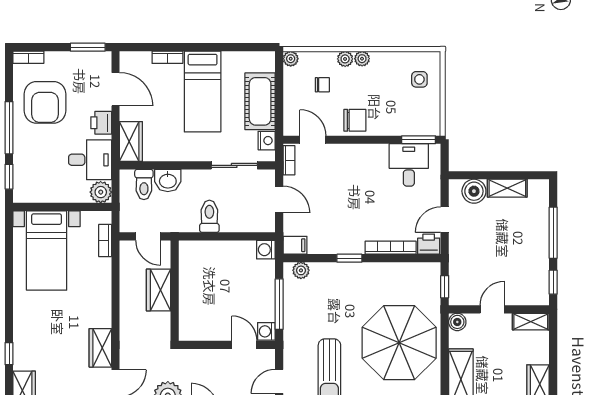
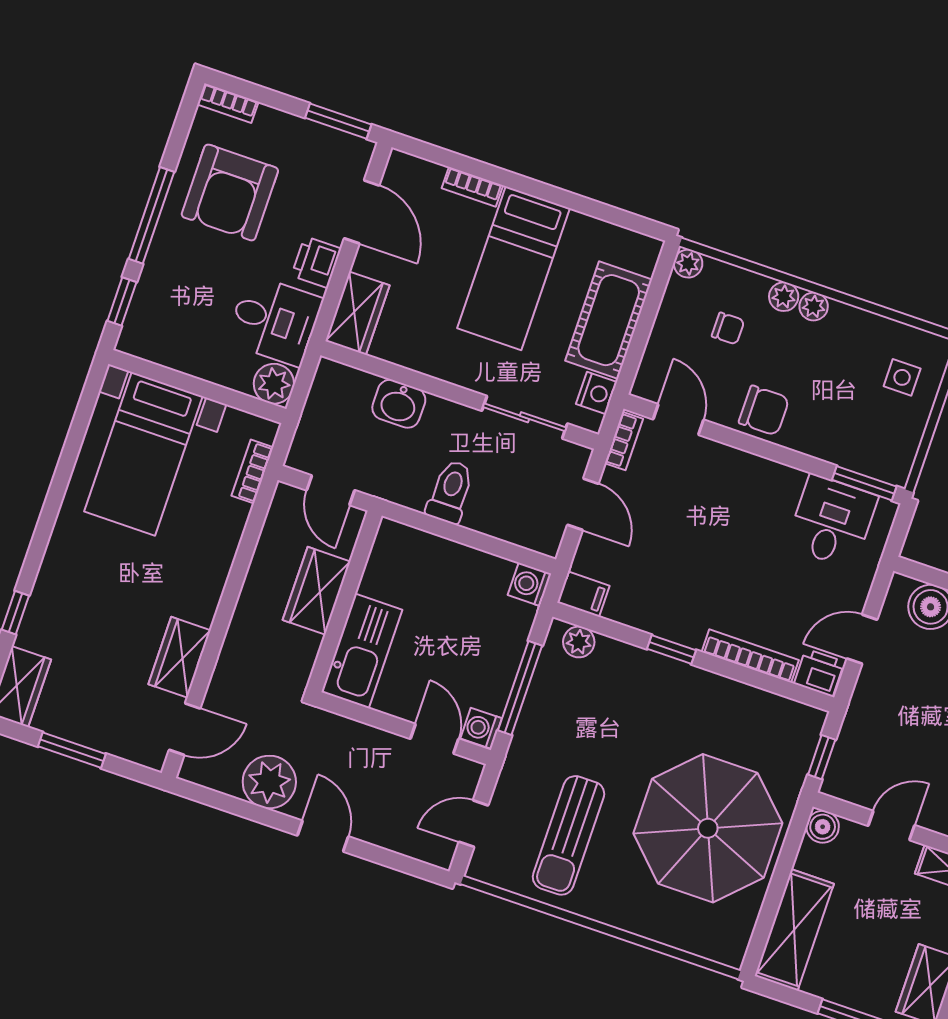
toilet: (144, 184) -> (354, 396), removed
kitchen sink: (192, 313) -> (362, 651), added

